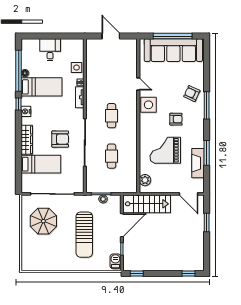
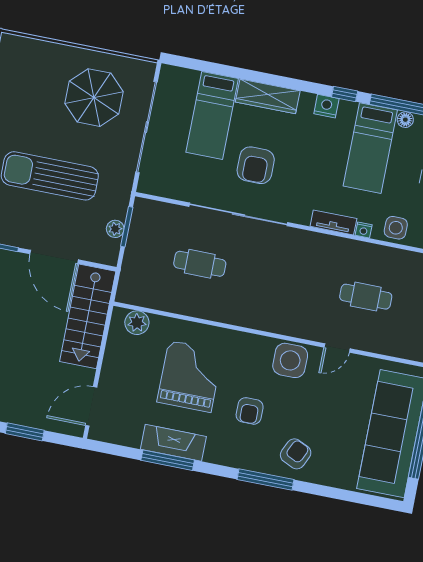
cafe table: (112, 116) -> (366, 297), moved
fireplace: (198, 163) -> (173, 443), moved

